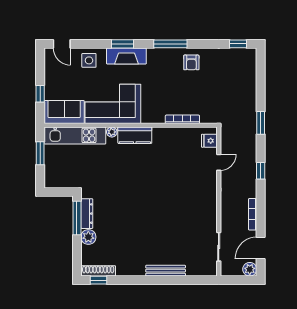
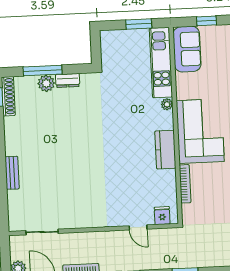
corner sofa: (113, 104) -> (200, 131), moved
kitchen counter: (135, 135) -> (165, 150), moved
dresser: (87, 214) -> (68, 80), width x0.70
window: (77, 218) -> (43, 71), moved
bench: (166, 271) -> (12, 173), width x0.73

